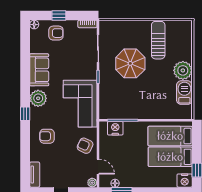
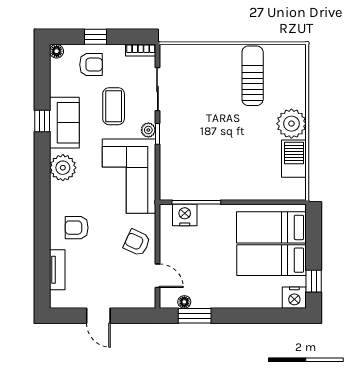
coffee table: (70, 59) -> (114, 106), added
parasol: (130, 63) -> (208, 113), removed
window: (25, 114) -> (42, 121), moved
tv unit: (35, 175) -> (57, 270), moved
plant: (92, 183) -> (148, 130), moved

